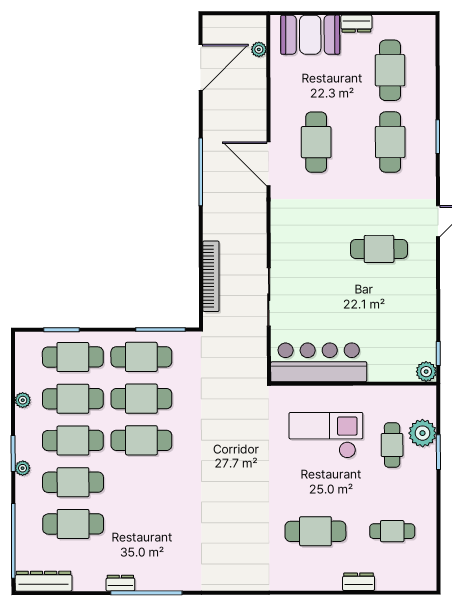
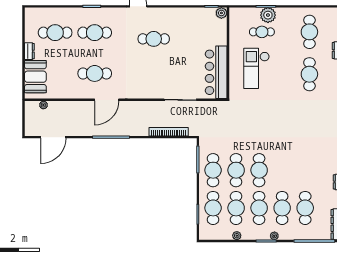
door: (201, 67) -> (53, 137), swing flipped
cafe table: (379, 249) -> (154, 39), turned 90
plant: (422, 433) -> (268, 15), moved
cafe table: (392, 531) -> (309, 32), width x1.37, depth x1.35

